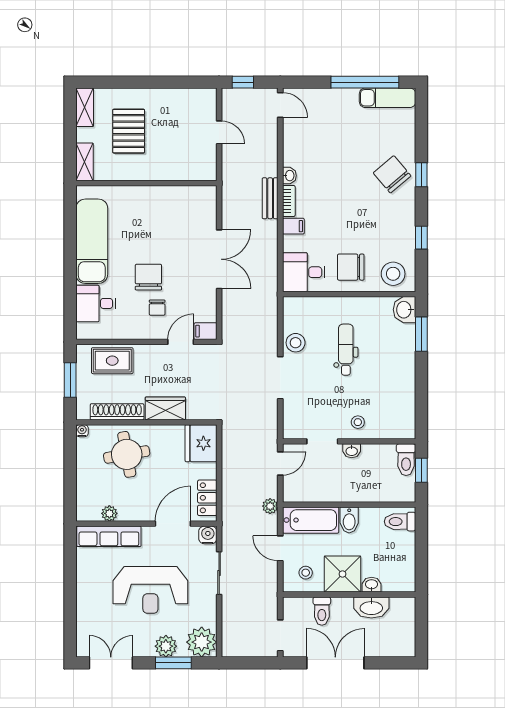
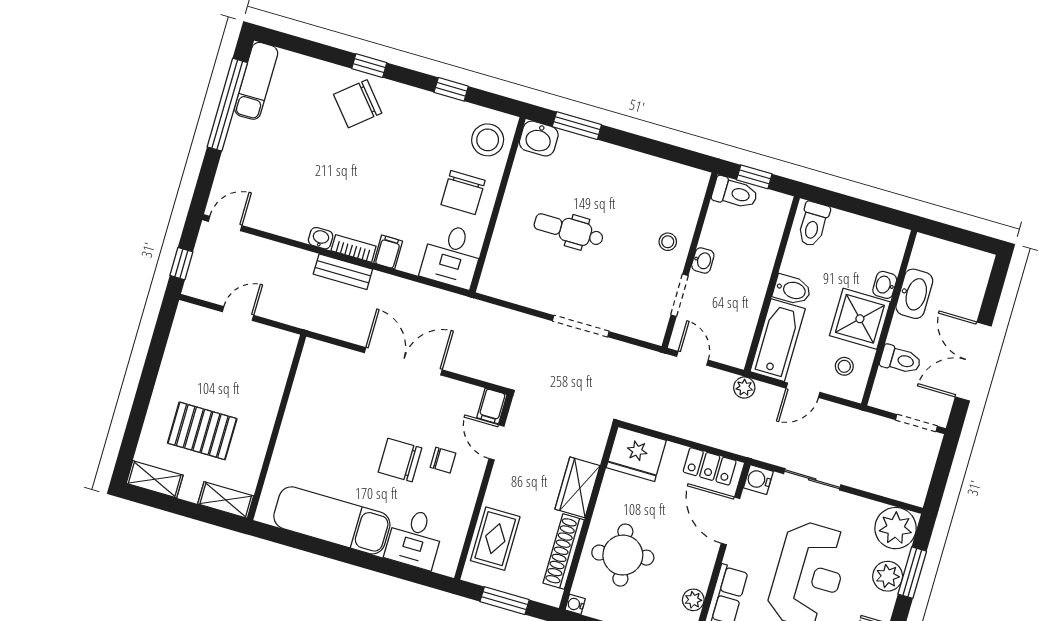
stool: (296, 343) -> (541, 293), removed

